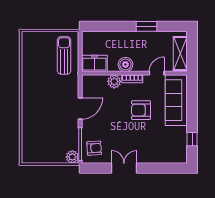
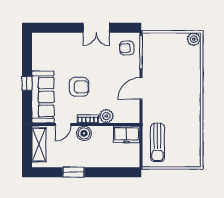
boiler: (125, 64) -> (84, 133), moved
window: (192, 139) -> (27, 83), moved
plant: (72, 157) -> (194, 39), moved

